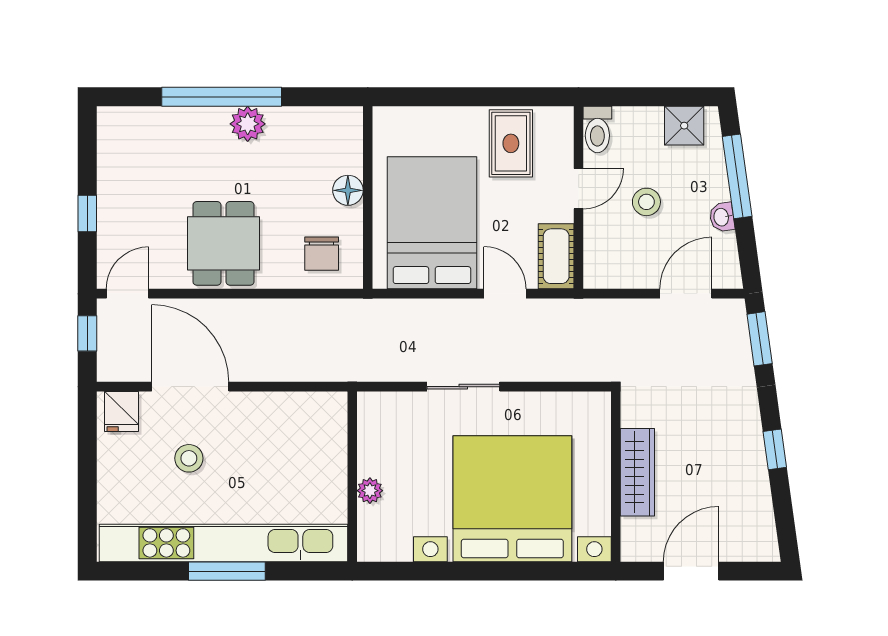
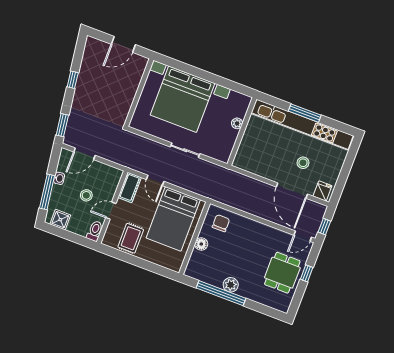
window: (222, 97) -> (221, 293), moved
dining table: (223, 243) -> (282, 273), moved
wardrobe: (637, 472) -> (130, 91), removed

